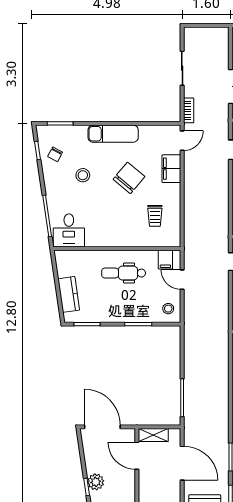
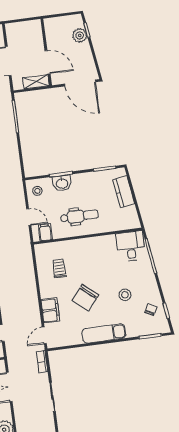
washbasin: (139, 314) -> (62, 183), added

